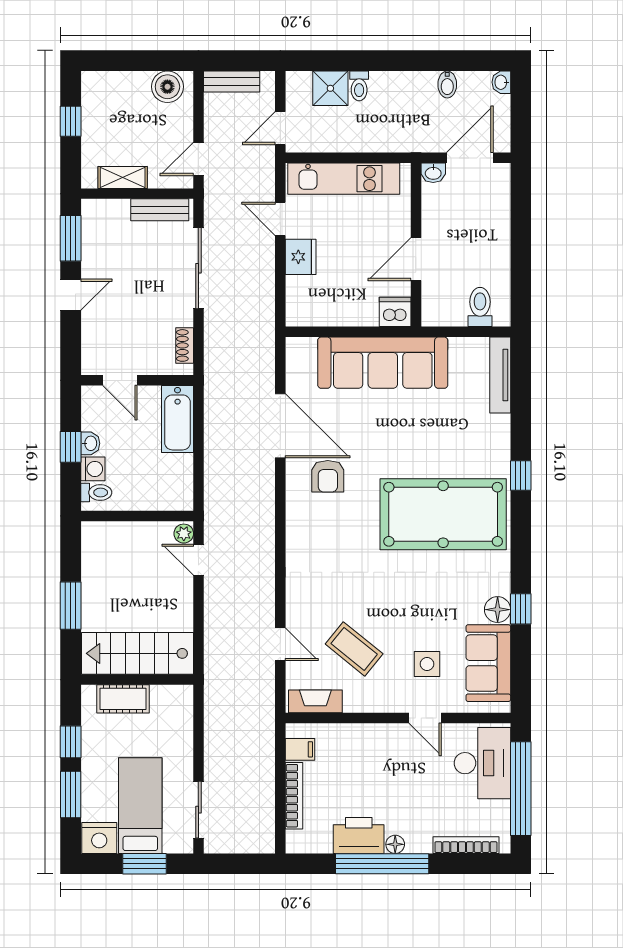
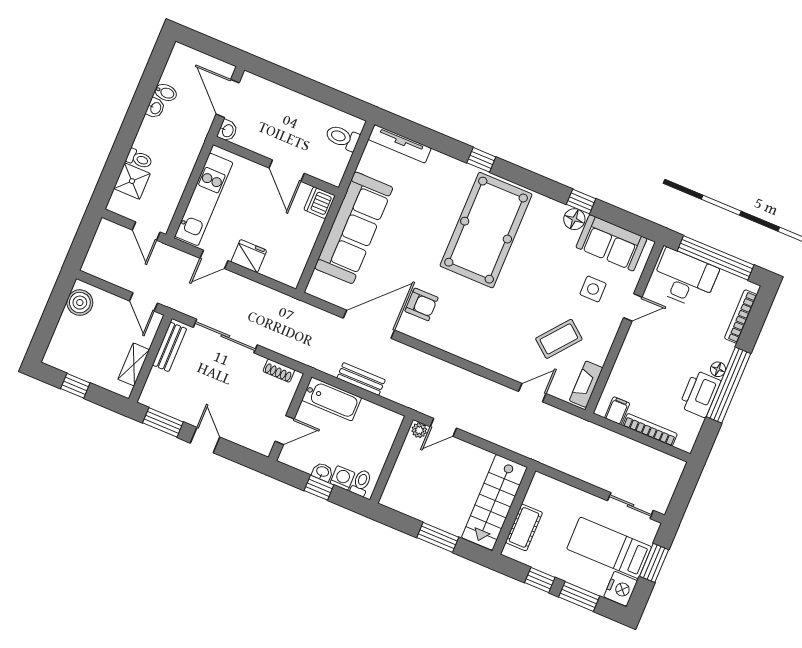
bench: (232, 82) -> (361, 379), moved, turned 90
washbasin: (501, 82) -> (155, 108), moved, turned -90

